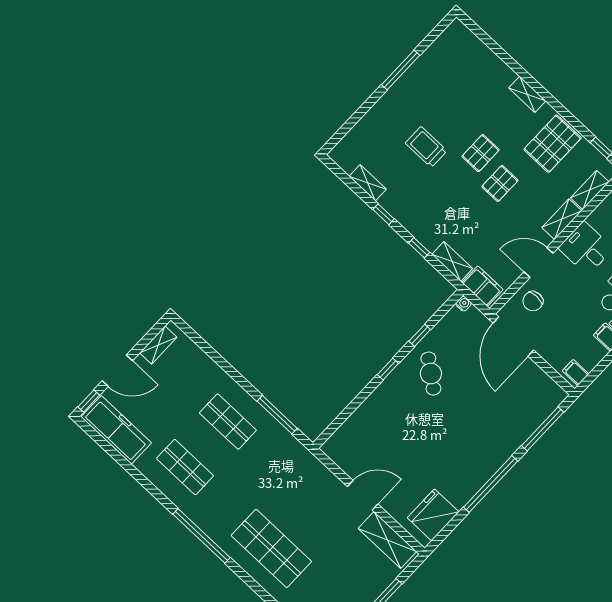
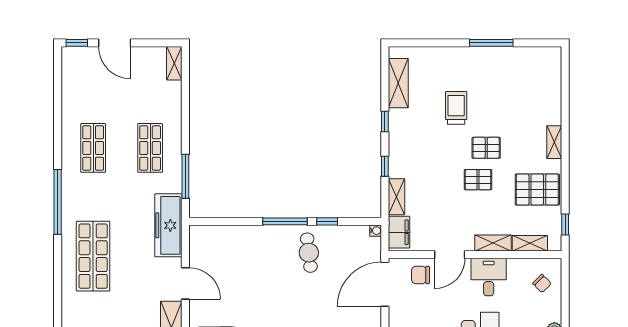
shelving: (368, 183) -> (398, 83), width x1.50, depth x1.33
door: (538, 263) -> (450, 255), swing flipped
shelving: (158, 345) -> (174, 63), moved, turned 90
window: (388, 369) -> (285, 221), width x2.17
cafe table: (431, 374) -> (309, 253), turned -44
freezer: (116, 430) -> (168, 225), moved, turned 180

